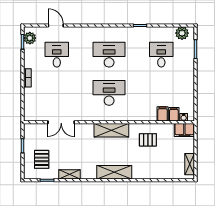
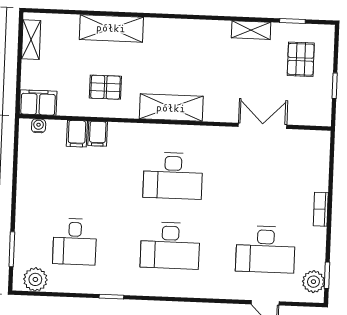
desk: (57, 55) -> (265, 249), width x1.37
filing cabinet: (174, 114) -> (98, 134), moved
shelving: (114, 172) -> (111, 28), moved

